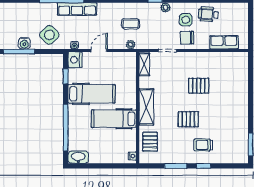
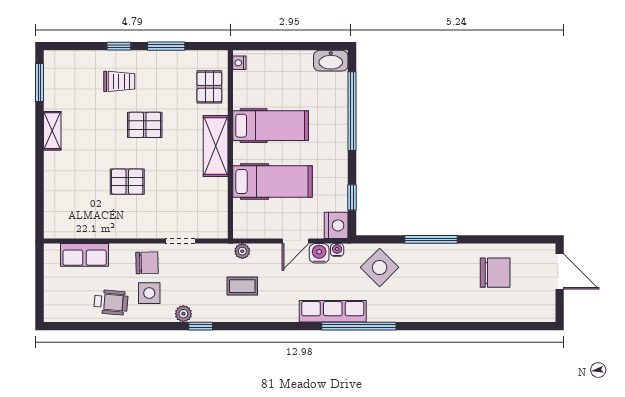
water cooler: (24, 43) -> (319, 253), moved
shelving: (144, 64) -> (52, 131), moved
hospital bed: (92, 94) -> (272, 182), moved, turned 180

